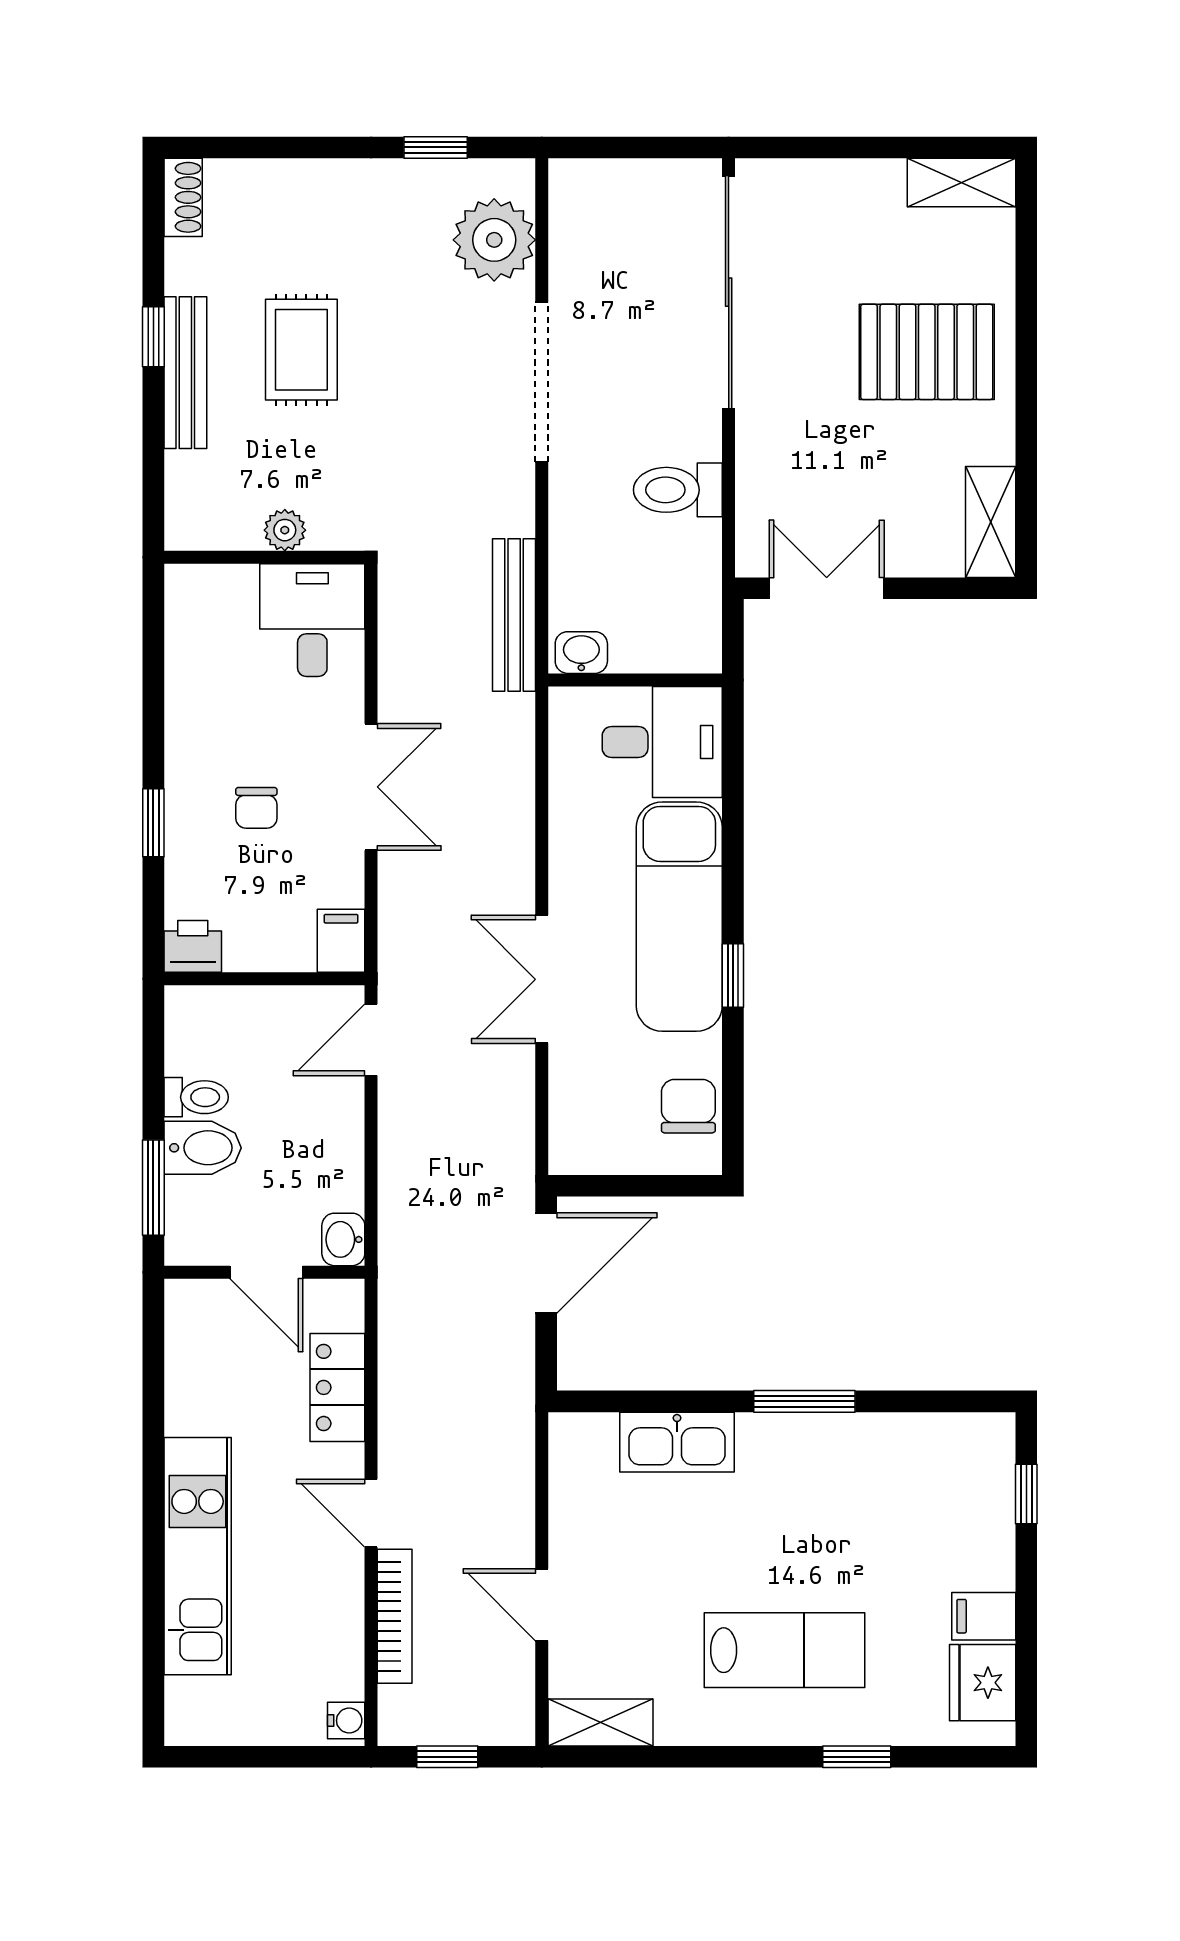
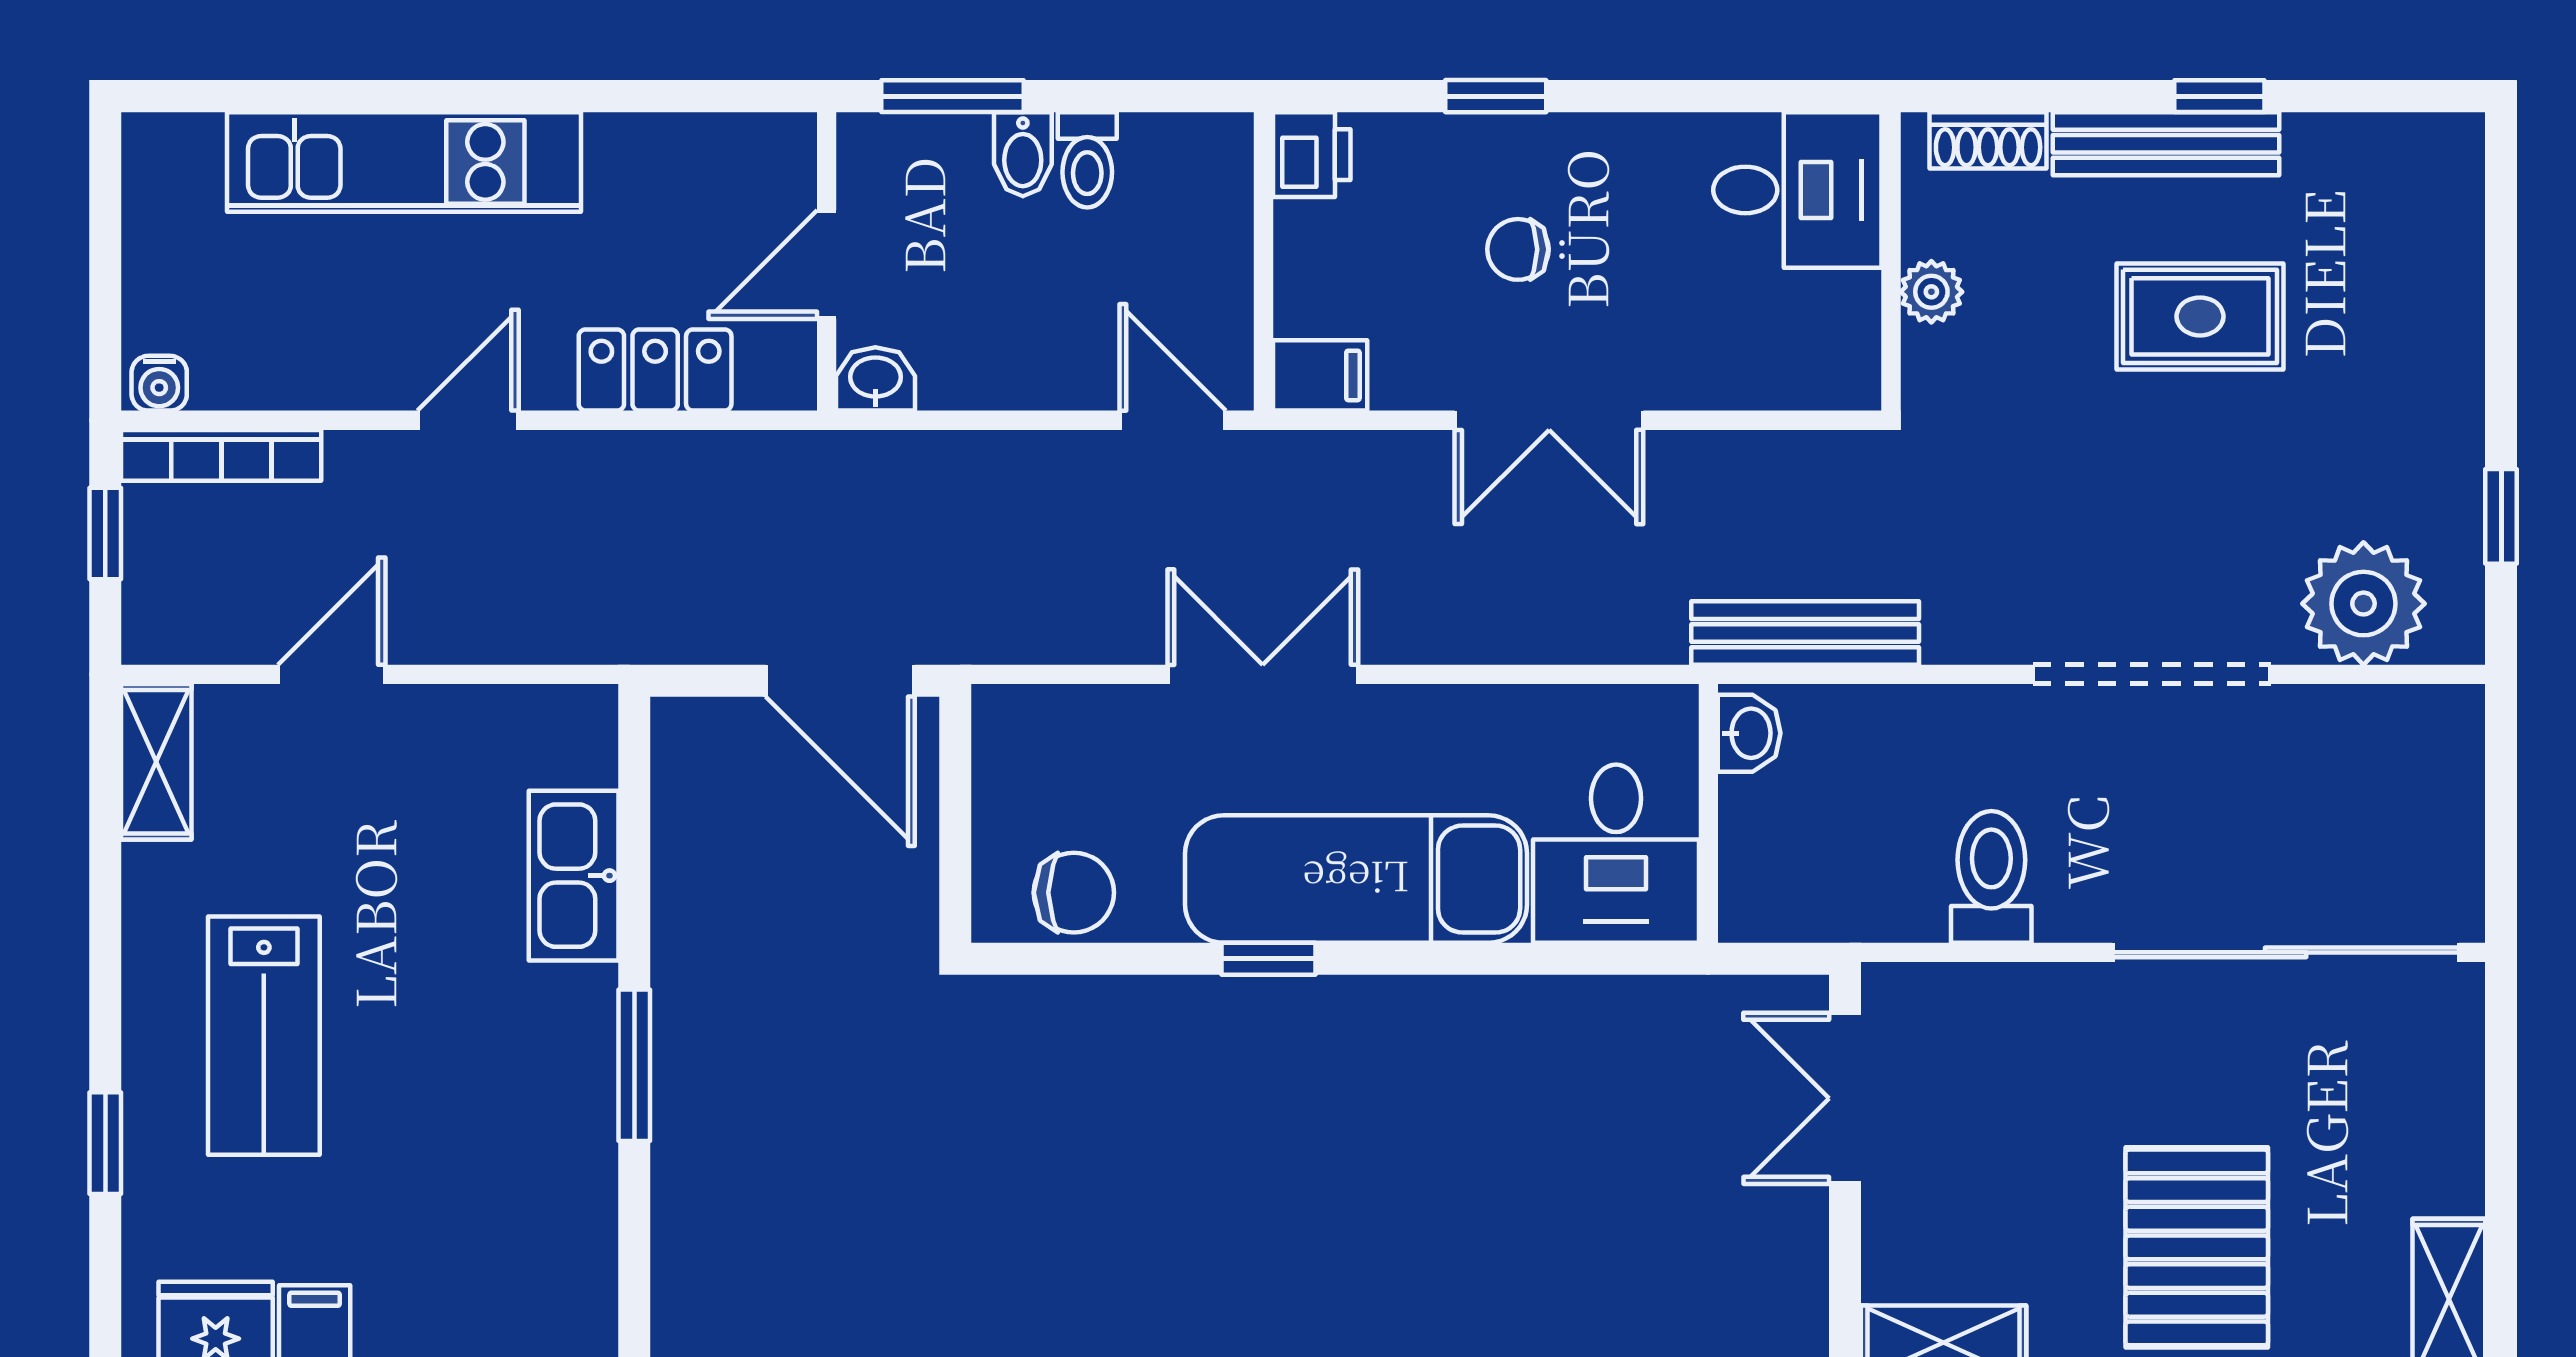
shoe rack: (183, 197) -> (1988, 140), moved
double door: (827, 588) -> (1845, 1098), swing flipped
desk: (312, 620) -> (1797, 190), moved
bidet: (203, 1148) -> (1023, 154), width x0.72, depth x0.74
bookcase: (395, 1616) -> (221, 455), moved

